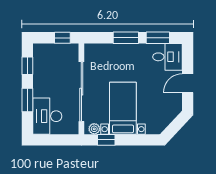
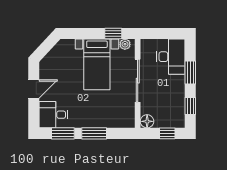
window: (62, 38) -> (167, 133), moved
floor lamp: (72, 50) -> (147, 121), added
sliding door: (81, 92) -> (138, 81), width x0.73

